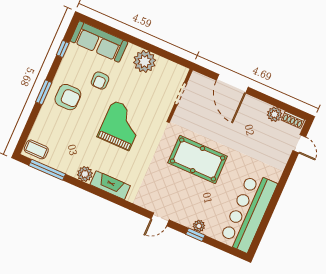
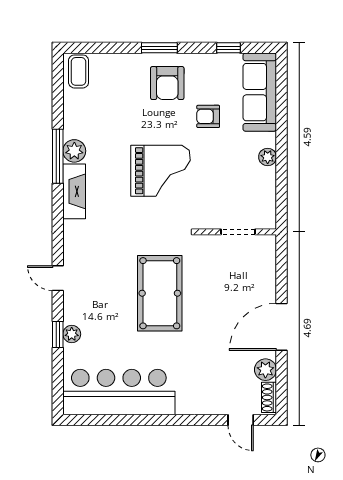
plant: (145, 61) -> (268, 157), width x0.53, depth x0.53
door: (232, 84) -> (282, 327), moved
door: (299, 144) -> (241, 420), hinge flipped
window: (47, 170) -> (58, 156), moved

